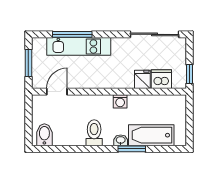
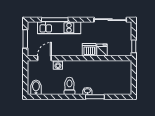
dishwasher: (161, 79) -> (89, 50), moved
washing machine: (120, 101) -> (58, 65), moved
bathtub: (151, 135) -> (108, 88), removed

